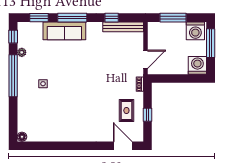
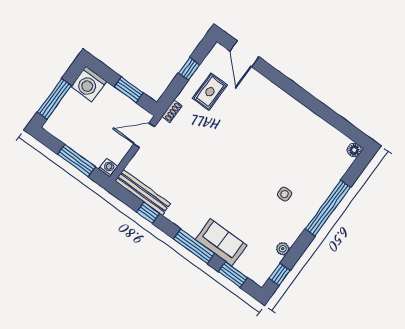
sofa: (64, 31) -> (221, 242), width x0.73
washing machine: (195, 31) -> (108, 168), moved, width x0.53, depth x0.53
window: (13, 76) -> (328, 208), moved
window: (173, 78) -> (129, 90), added

